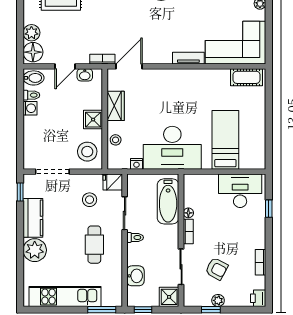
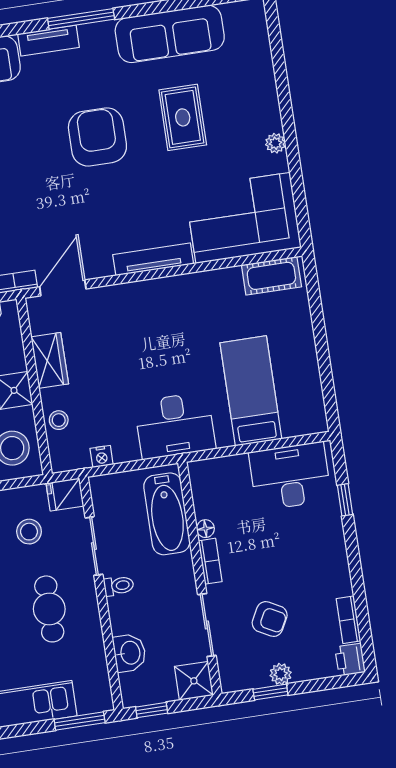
tv unit: (188, 58) -> (153, 259), width x1.41
desk: (172, 148) -> (175, 426), width x0.73, depth x0.77
bookcase: (261, 262) -> (349, 620), moved

